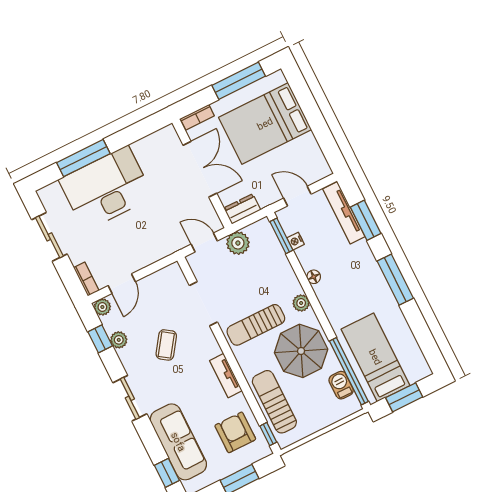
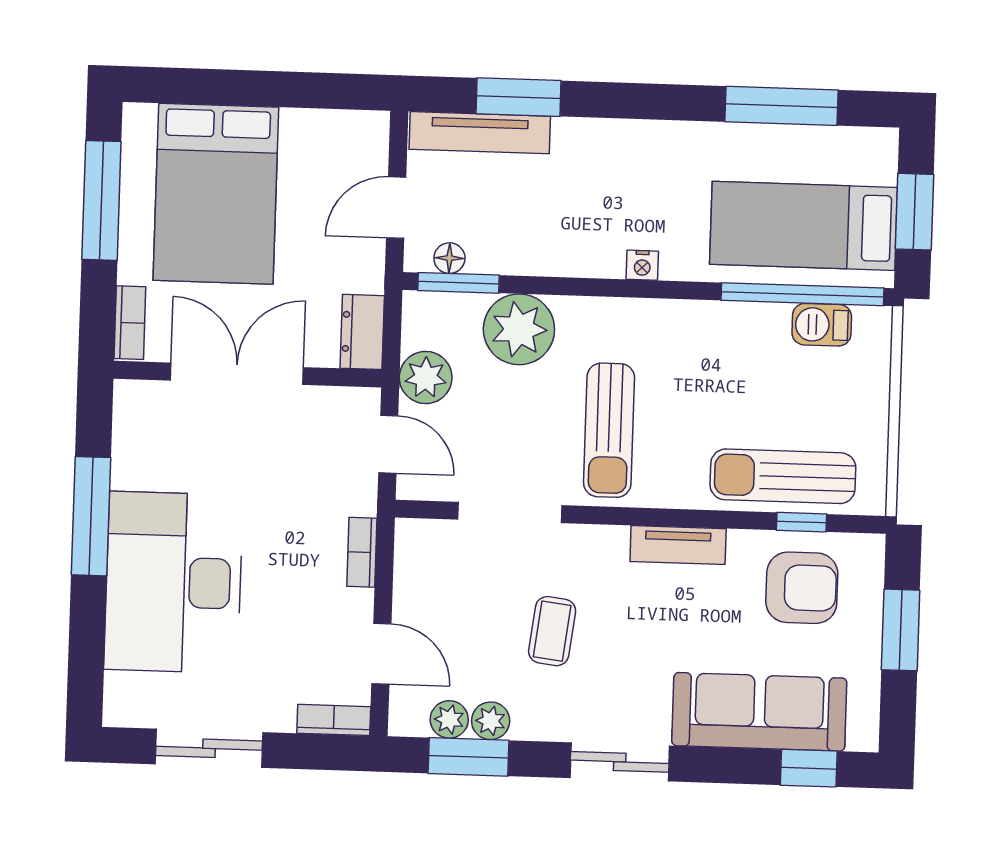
window: (83, 158) -> (91, 516), moved
nightstand: (296, 241) -> (642, 265), moved
door: (204, 243) -> (388, 444), swing flipped
bookcase: (157, 255) -> (362, 552), added
floor lamp: (314, 277) -> (449, 258), moved
window: (395, 280) -> (781, 106), moved
plant: (301, 303) -> (519, 329), moved, width x1.88, depth x1.88
plant: (102, 307) -> (449, 719), moved
window: (100, 339) -> (468, 757), width x1.50
coffee table: (166, 345) -> (552, 631), turned 62
parasol: (301, 351) -> (710, 368), removed
armchair: (235, 432) -> (802, 588), turned 180
window: (268, 434) -> (801, 522), moved

